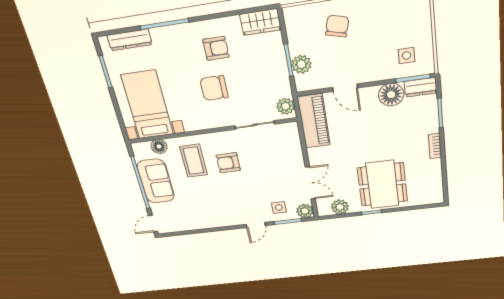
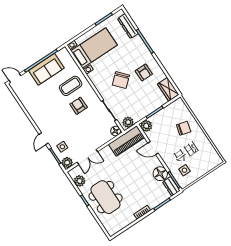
plant: (301, 64) -> (146, 126), moved
chair: (214, 88) -> (121, 80), turned -132
door: (345, 88) -> (153, 148), hinge flipped
floor lamp: (159, 147) -> (116, 131), moved
dining table: (382, 185) -> (106, 197), turned 90
door: (256, 225) -> (44, 139), hinge flipped

